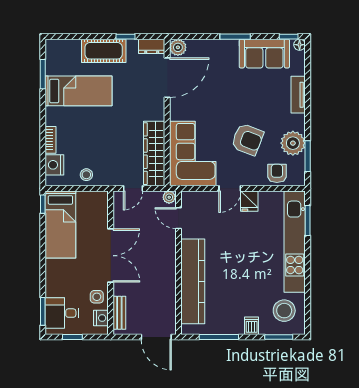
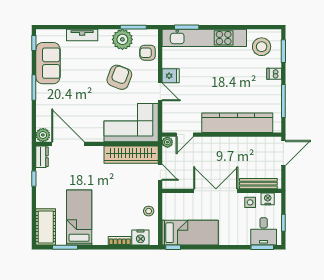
floor lamp: (300, 45) -> (41, 34), removed
cot: (104, 51) -> (46, 227), moved
bench: (119, 313) -> (258, 184), width x1.36

